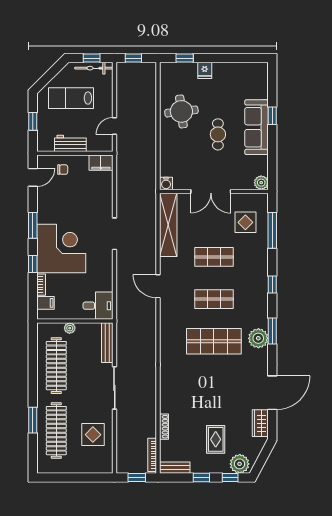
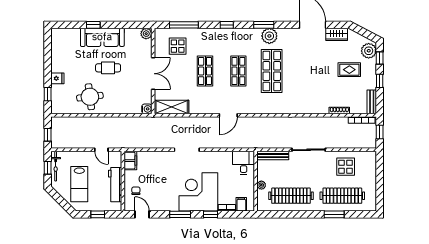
workbench: (70, 143) -> (115, 185), width x1.38
shelving: (168, 225) -> (172, 107), width x0.68

